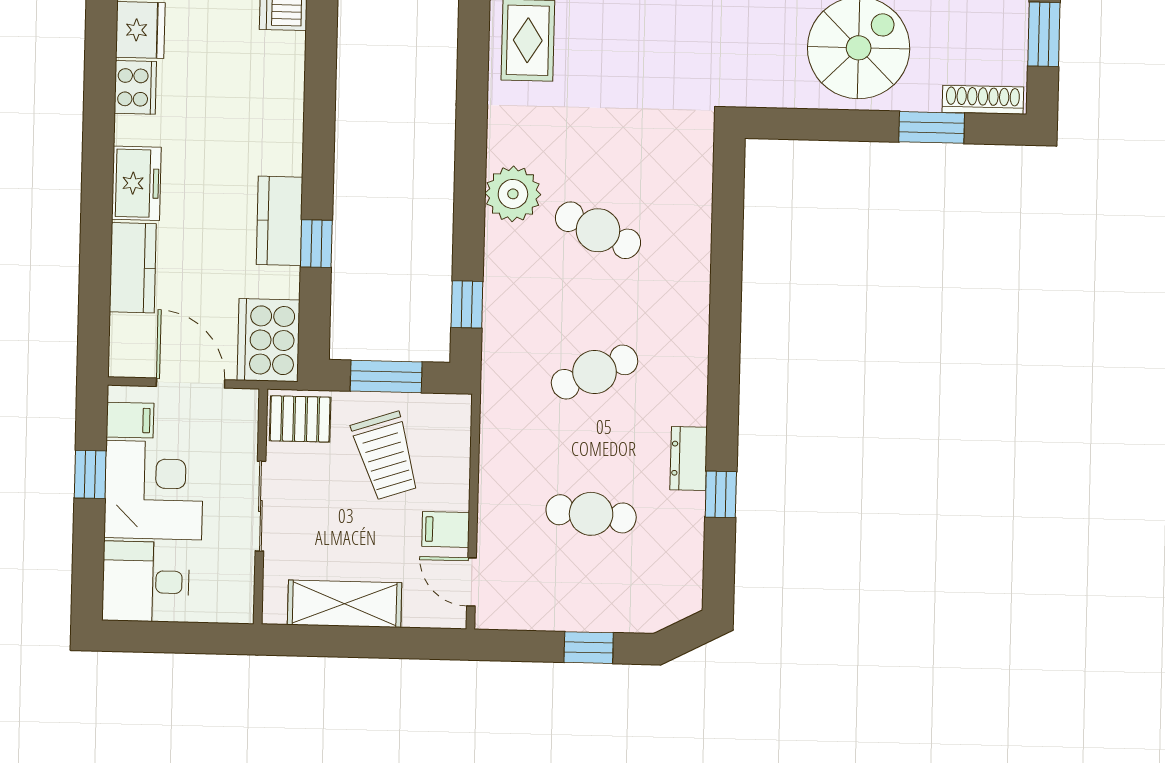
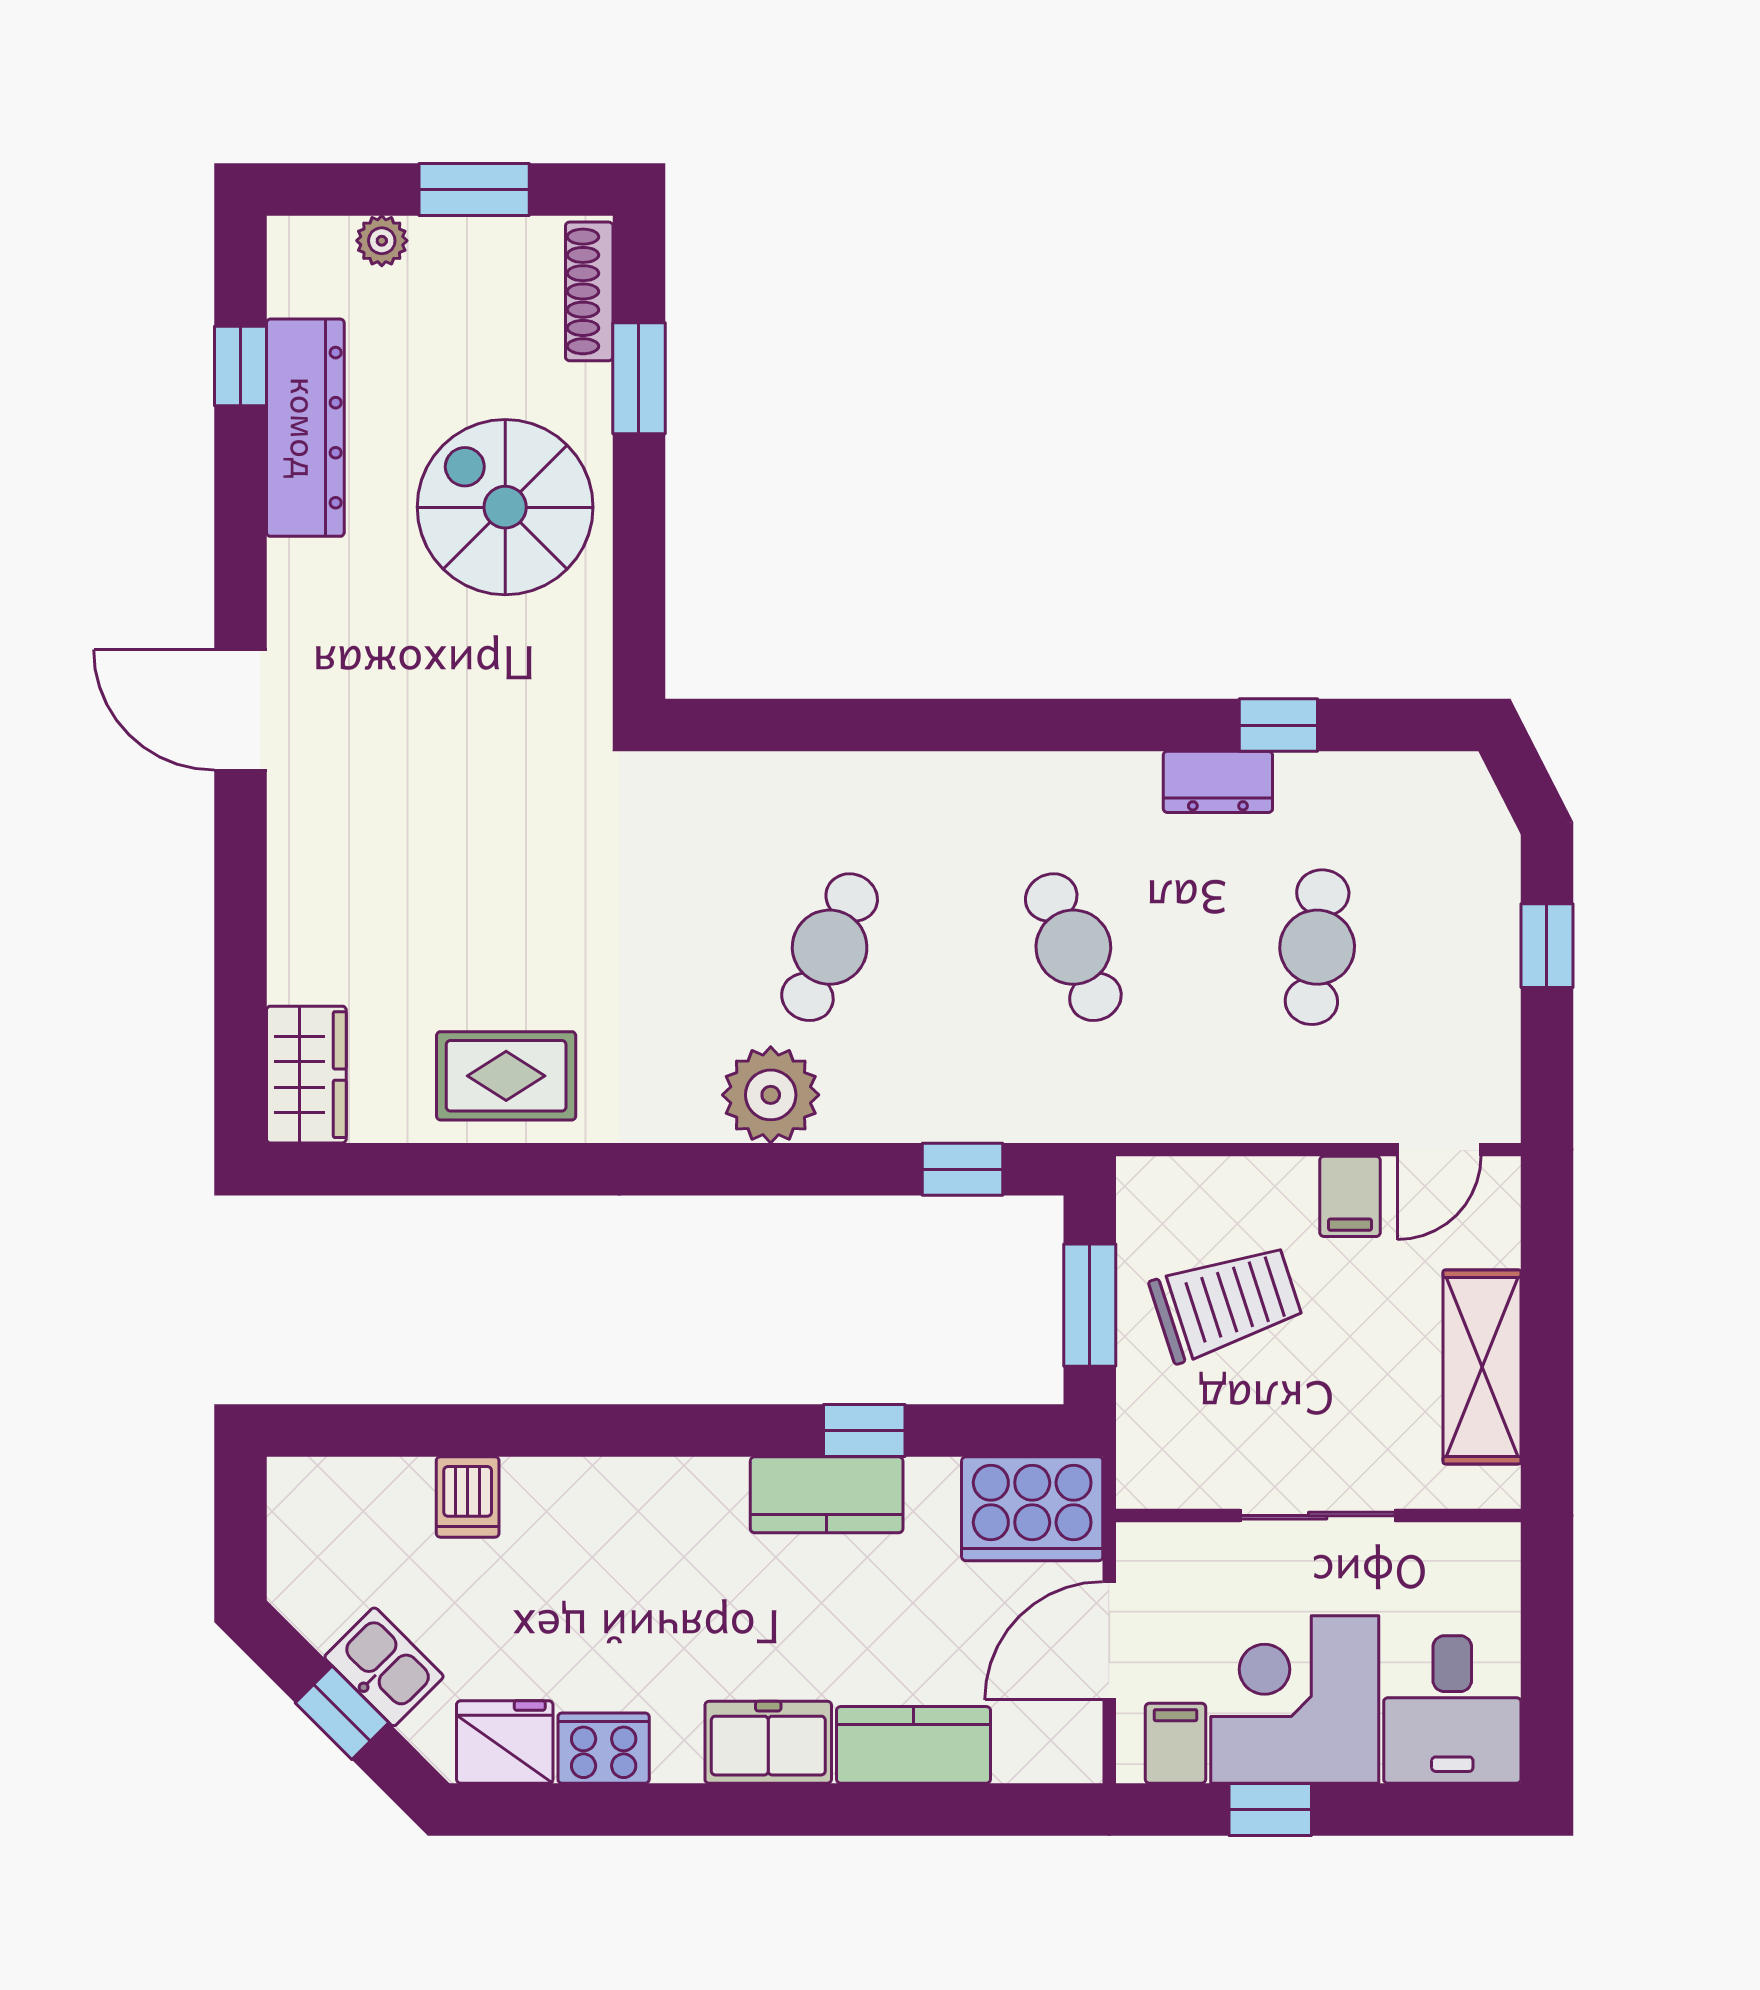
pallet: (300, 419) -> (1166, 1451), removed

